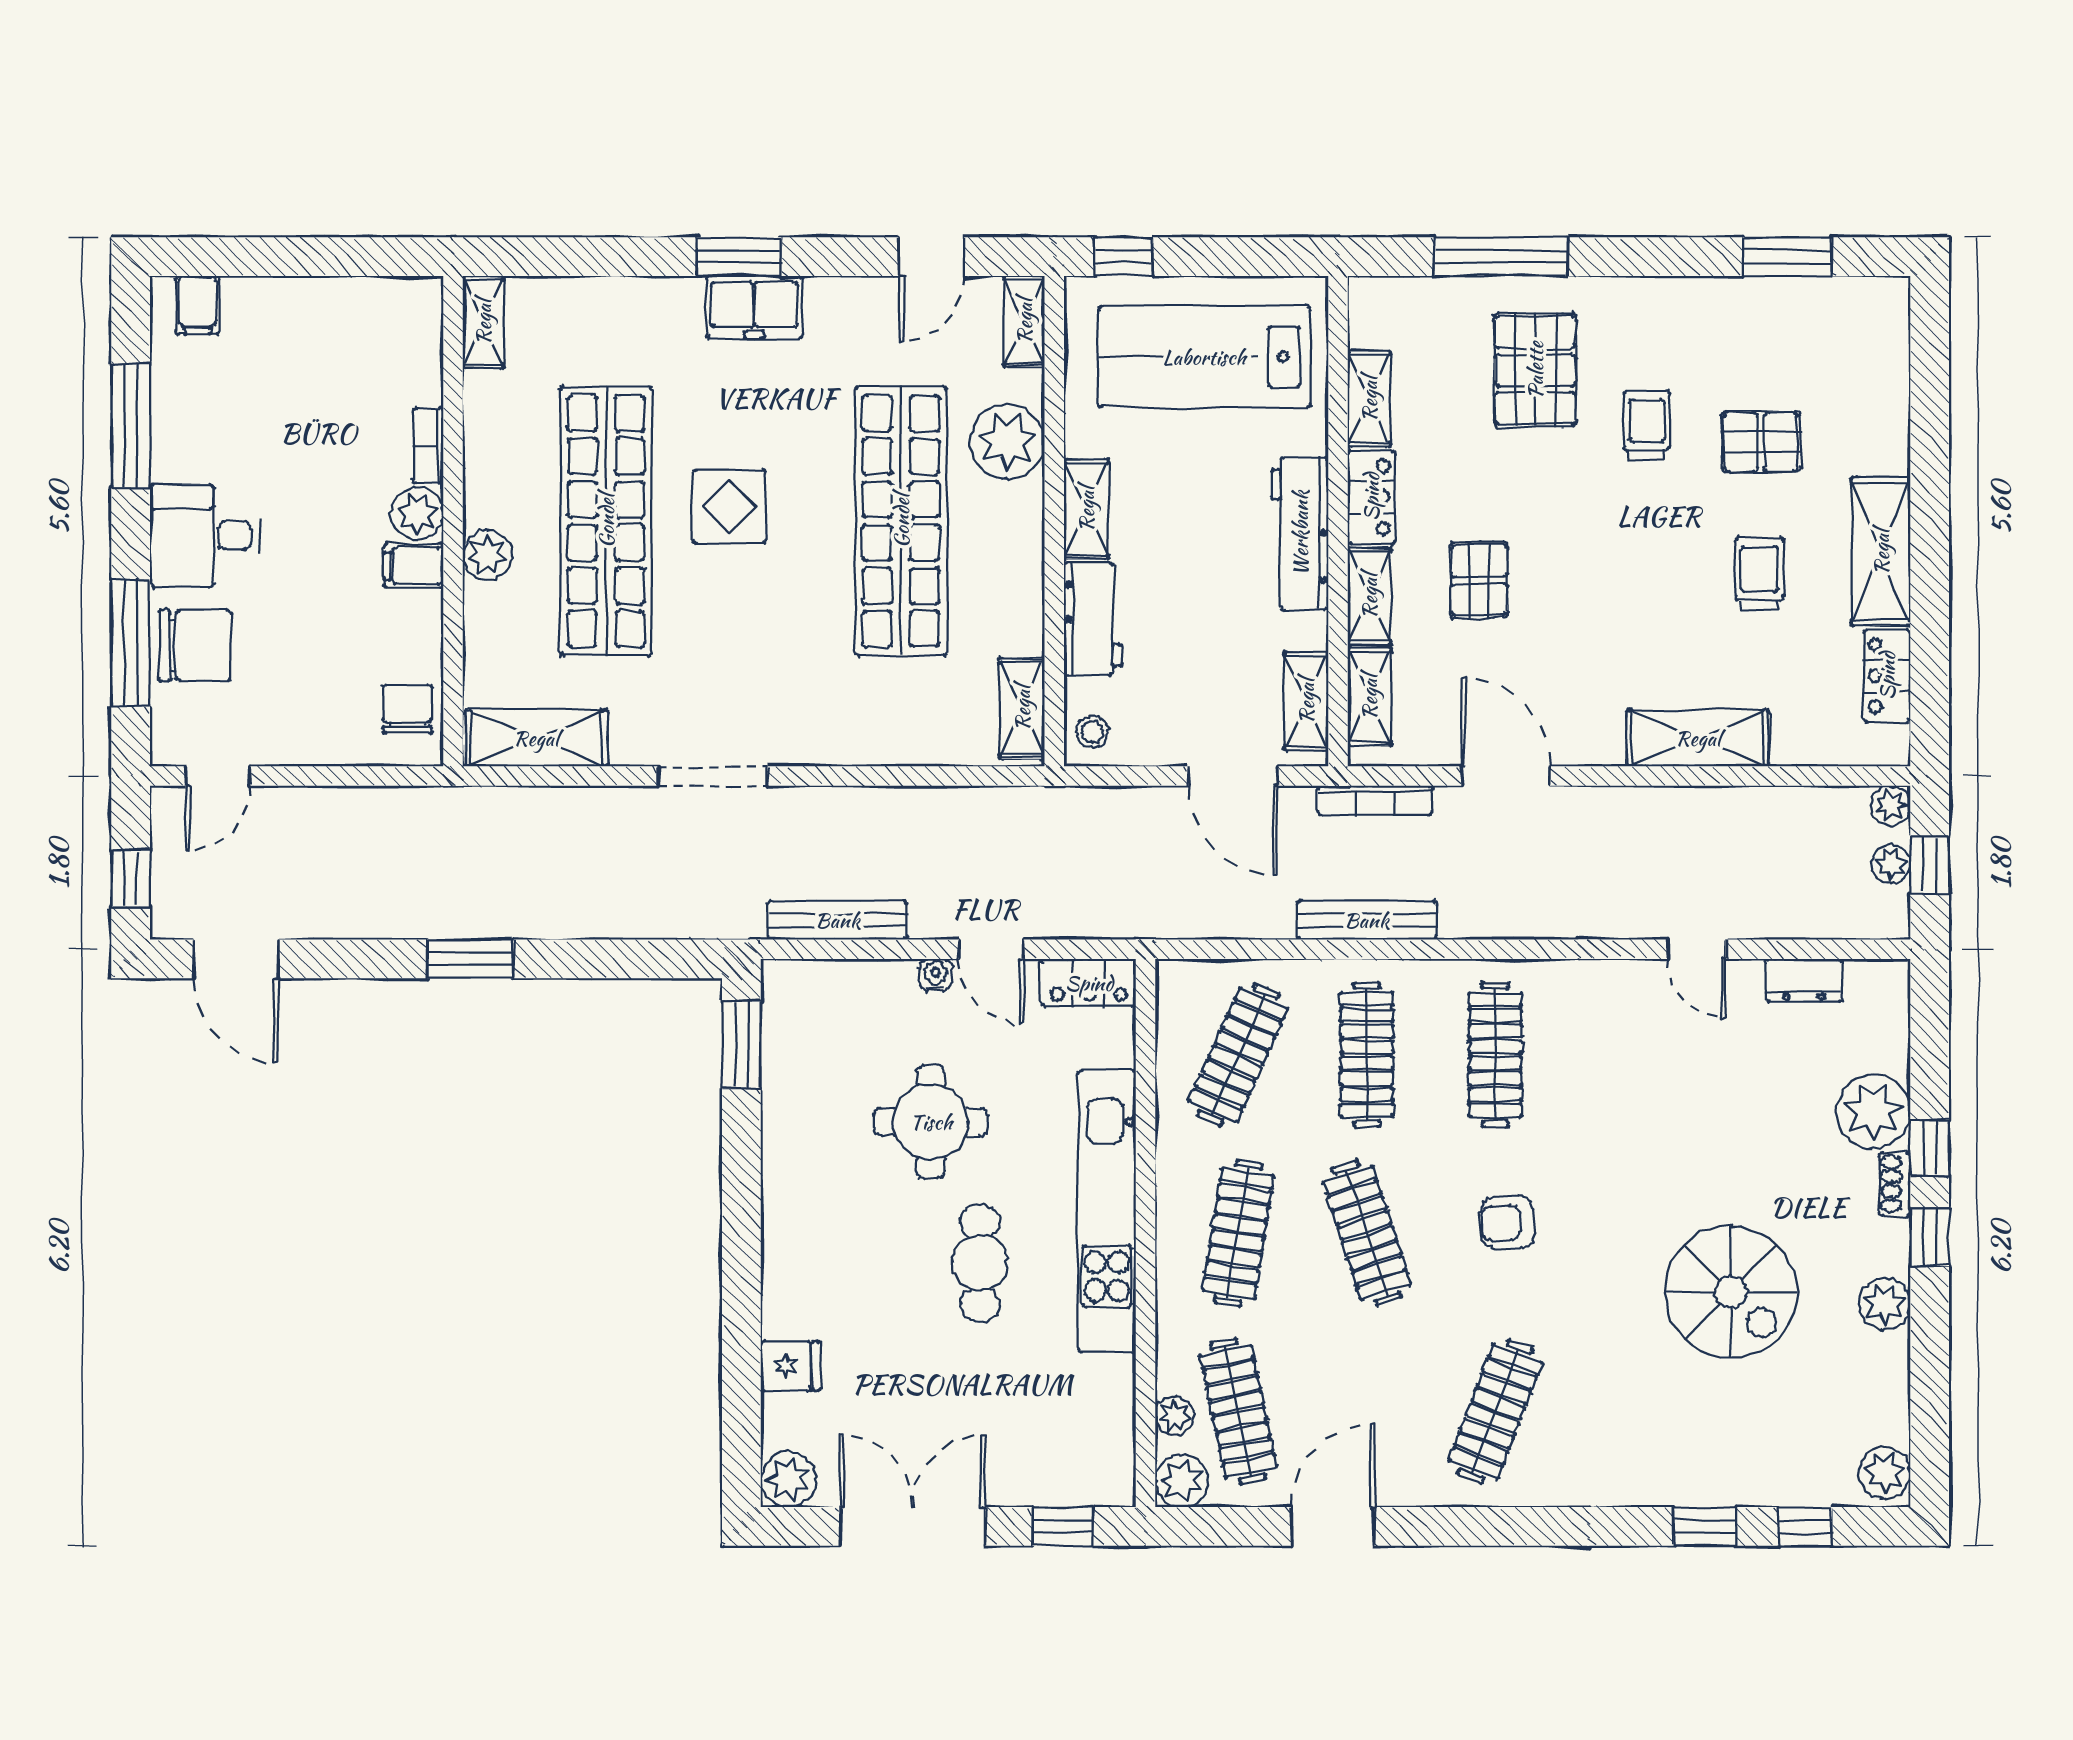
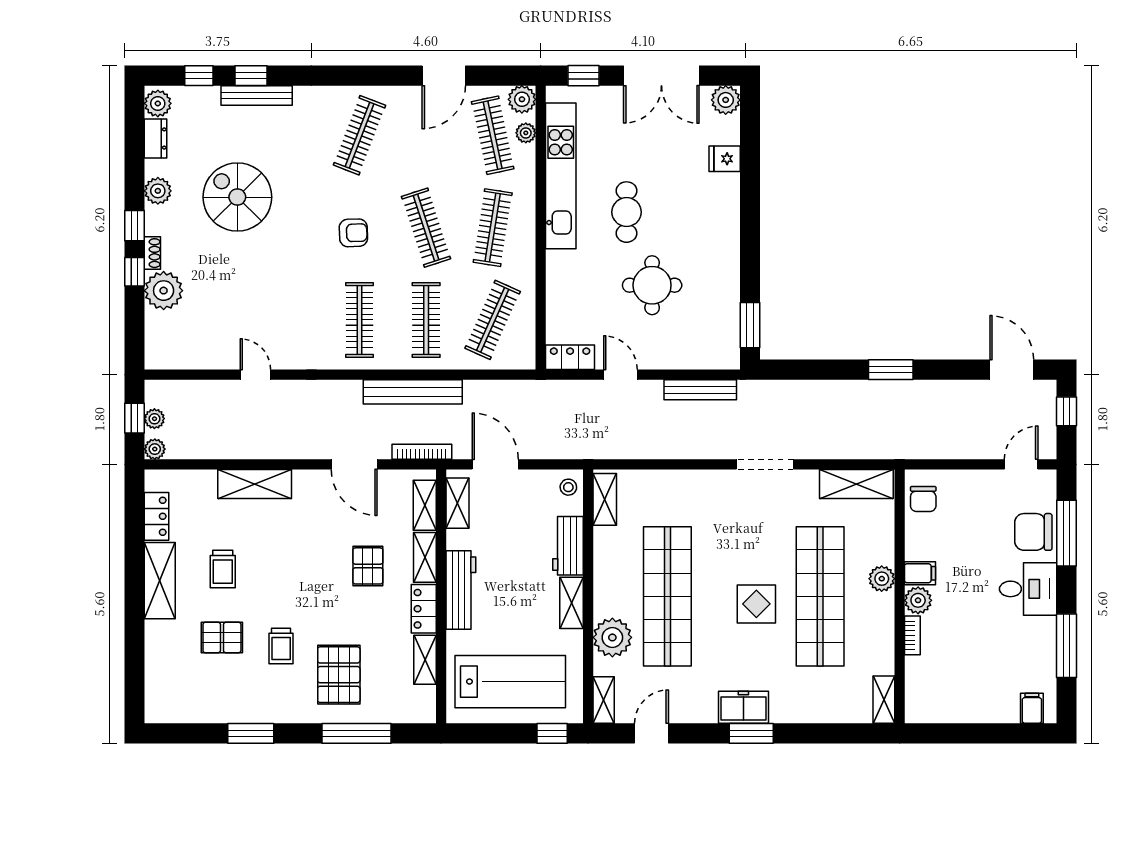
window: (1787, 257) -> (251, 733), moved
bench: (1367, 920) -> (413, 392), width x1.37, depth x1.21
water cooler: (936, 975) -> (649, 361), removed
dresser: (1804, 980) -> (156, 139), moved, turned 90
kitchen unit: (1107, 1212) -> (561, 176), moved
bench: (1694, 1488) -> (257, 95), added

